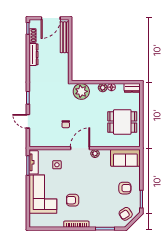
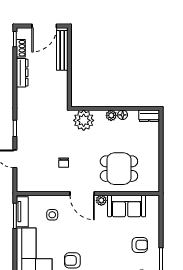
dining table: (122, 122) -> (119, 169), moved
door: (80, 148) -> (82, 193), swing flipped
sofa: (125, 158) -> (127, 206), moved

